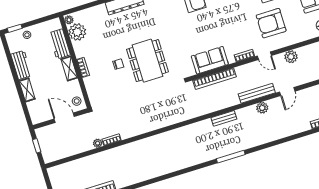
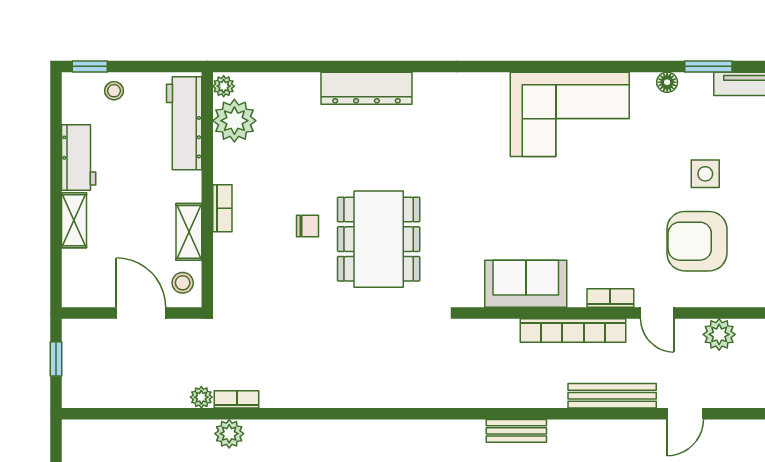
workbench: (60, 44) -> (184, 123), width x1.37
shelving: (69, 68) -> (189, 232), moved
bookcase: (215, 79) -> (573, 330), moved
plant: (262, 108) -> (229, 434), moved

